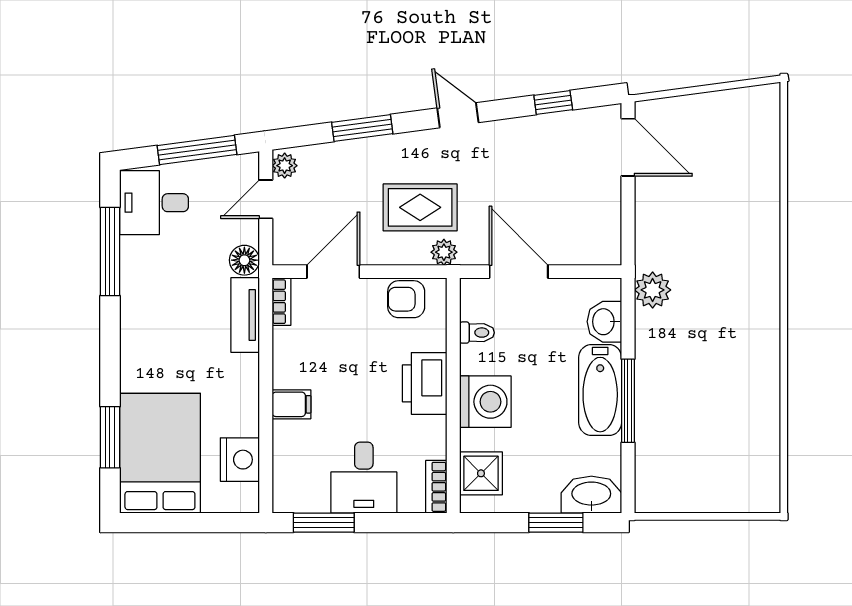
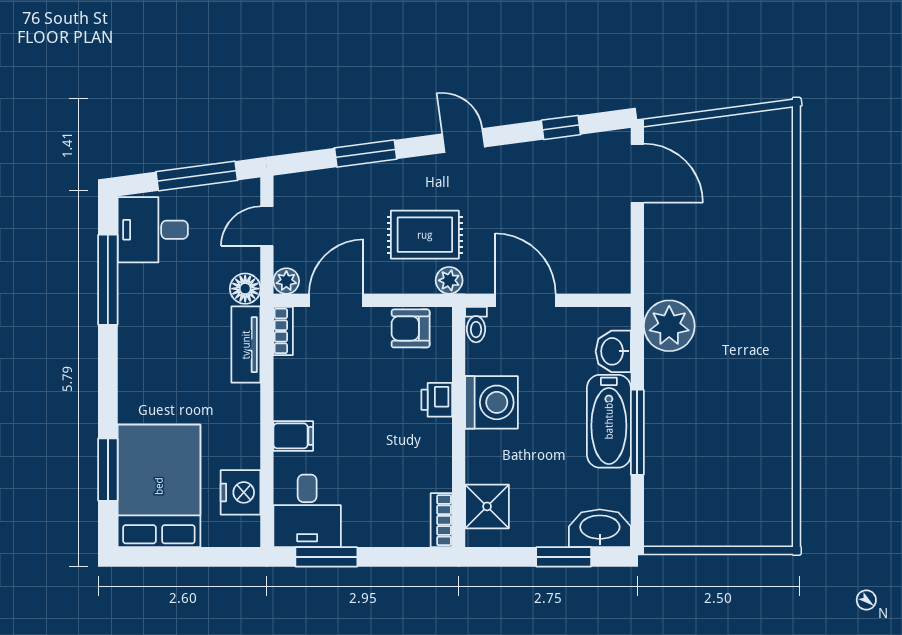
plant: (285, 166) -> (286, 281), moved
plant: (653, 290) -> (669, 326), width x1.36, depth x1.36
toilet: (477, 333) -> (476, 325), moved, turned 90
printer: (425, 383) -> (437, 400), width x0.53, depth x0.68
washing machine: (485, 402) -> (491, 402), moved
desk: (364, 478) -> (307, 511), moved

